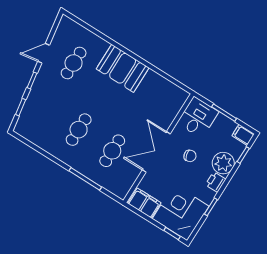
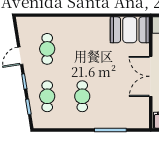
booth: (123, 68) -> (130, 30), moved
cafe table: (112, 151) -> (47, 96), moved

